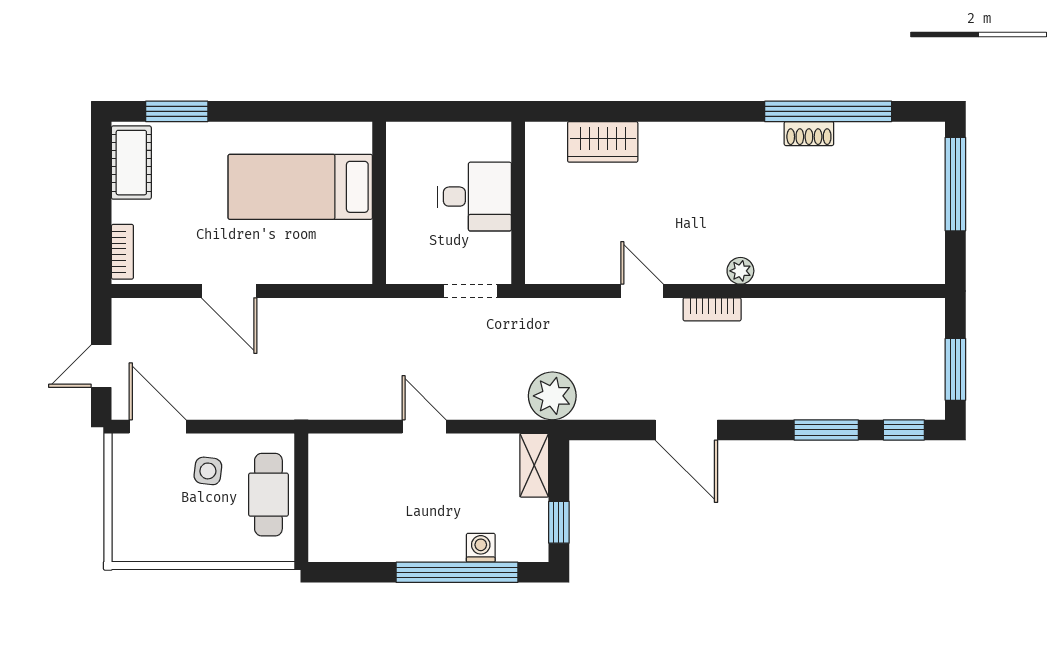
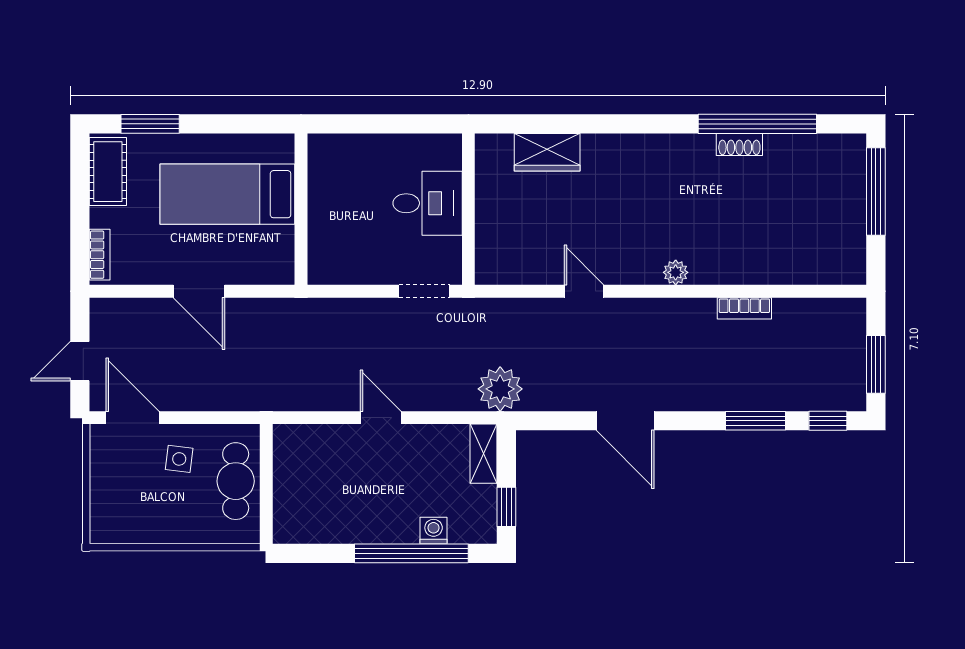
bed: (300, 187) -> (227, 194), moved
wall: (379, 203) -> (301, 209), moved
bookcase: (712, 309) -> (744, 308), moved

